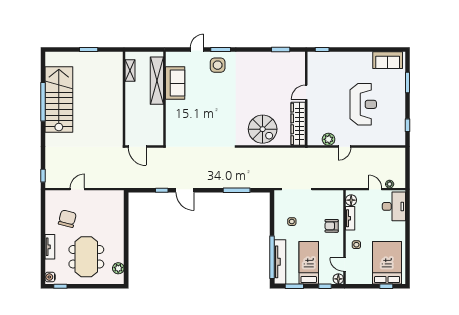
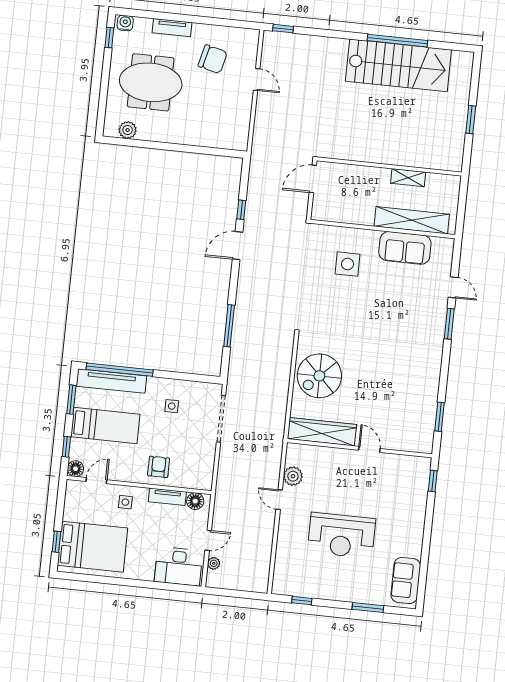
side table: (218, 65) -> (347, 264), moved
shelving: (130, 70) -> (408, 178), moved

